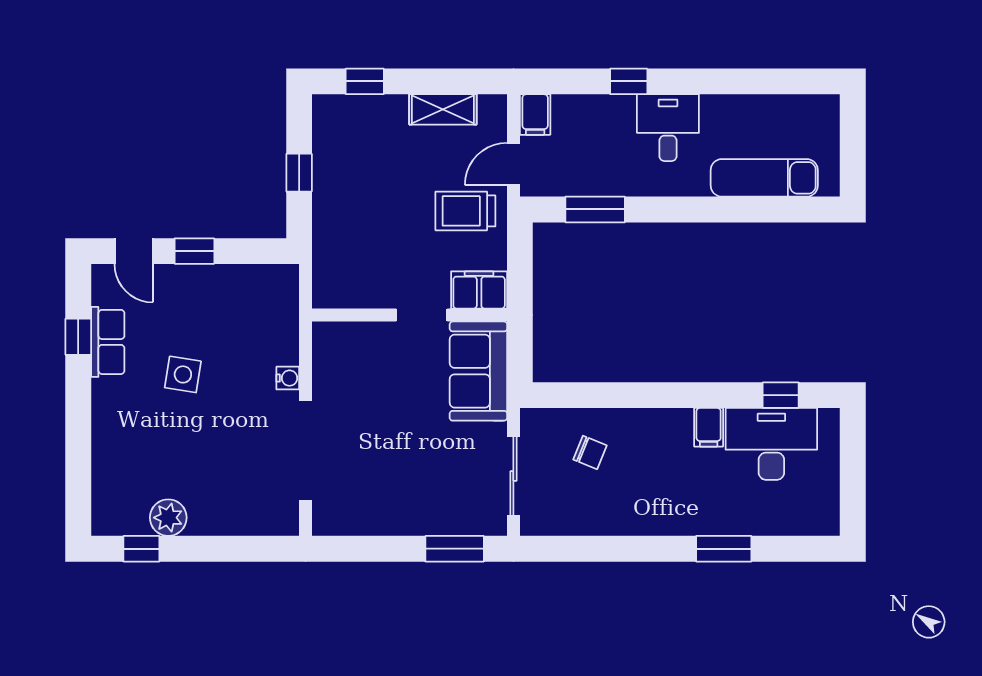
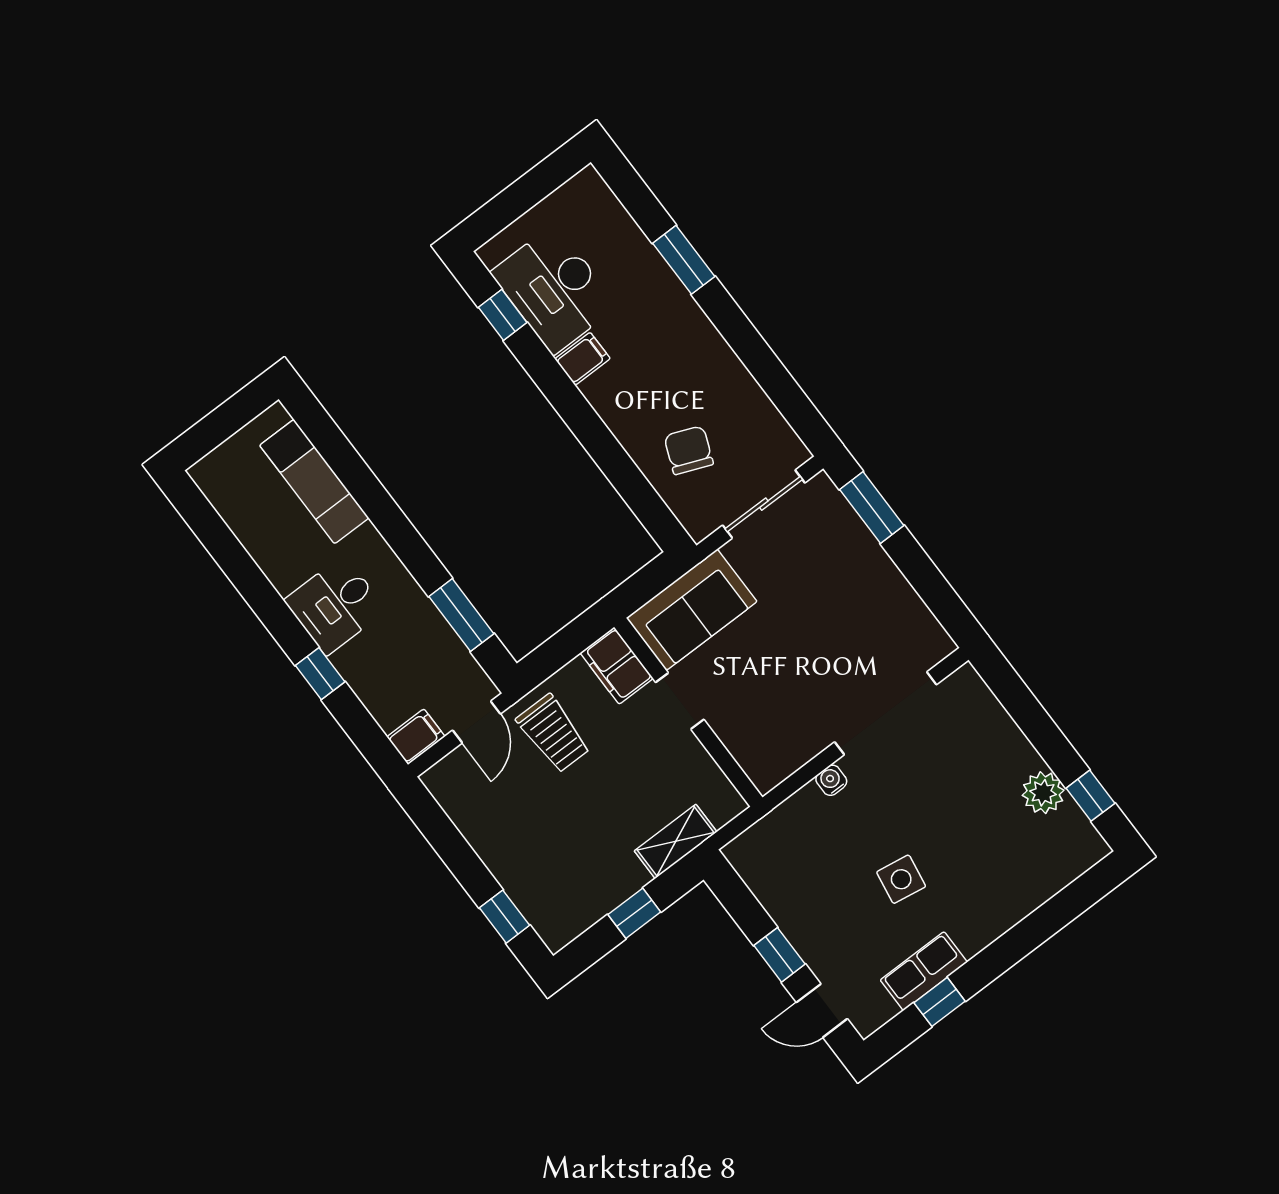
shelving: (443, 109) -> (676, 841), moved, turned 90
door: (513, 164) -> (477, 722), hinge flipped
door: (134, 251) -> (822, 1011), swing flipped
chair: (590, 452) -> (689, 450), width x1.37, depth x1.37

